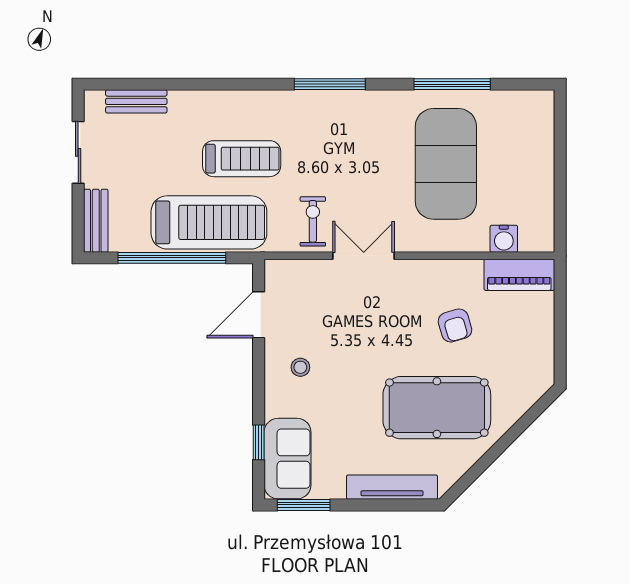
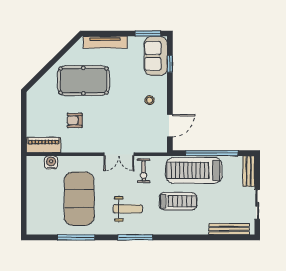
bench: (136, 101) -> (229, 229), width x1.36
weight bench: (346, 143) -> (128, 209), added
treadmill: (242, 159) -> (178, 201), turned 180
armchair: (455, 325) -> (75, 120), turned -74

